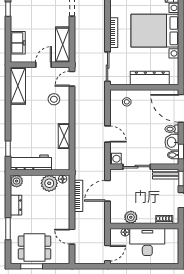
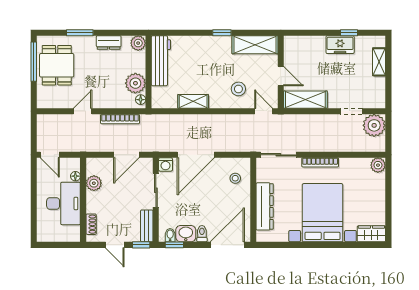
freezer: (18, 43) -> (340, 45), moved
door: (108, 134) -> (196, 155), width x1.87
window: (8, 149) -> (222, 33), moved
door: (108, 191) -> (126, 155), swing flipped
door: (72, 237) -> (83, 111), moved
window: (32, 266) -> (34, 62), width x1.44

